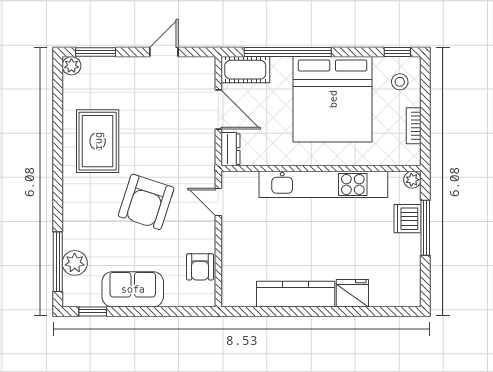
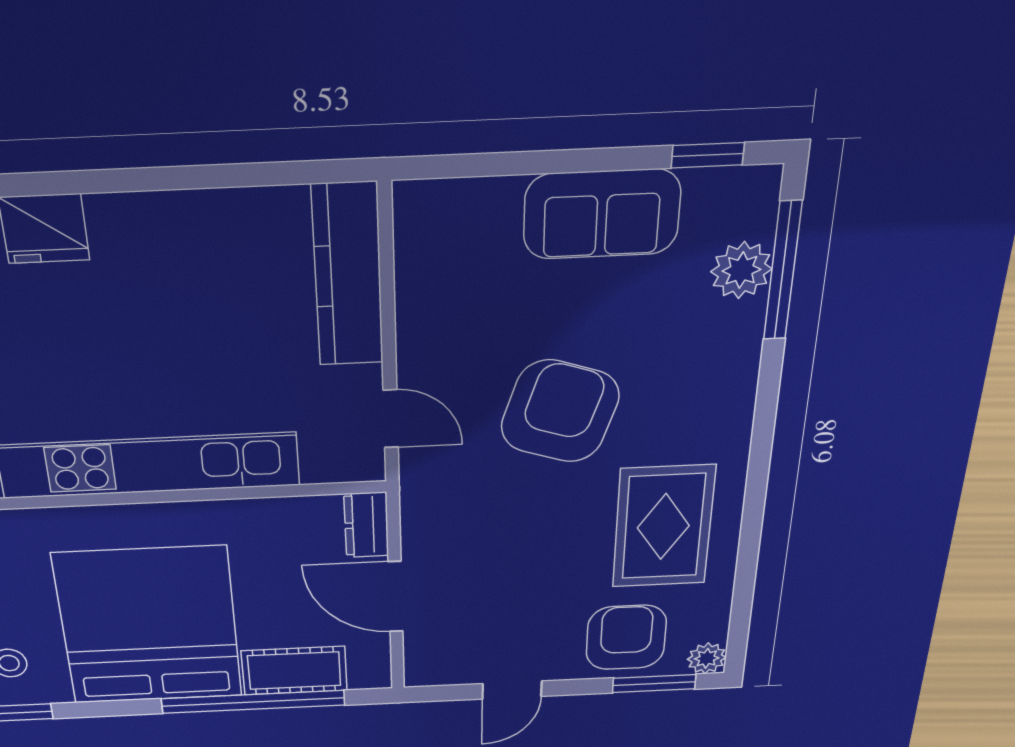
cot: (245, 70) -> (294, 671), moved
armchair: (200, 267) -> (626, 637), moved, width x1.38, depth x1.38
kitchen counter: (296, 294) -> (348, 276), moved, turned 90

